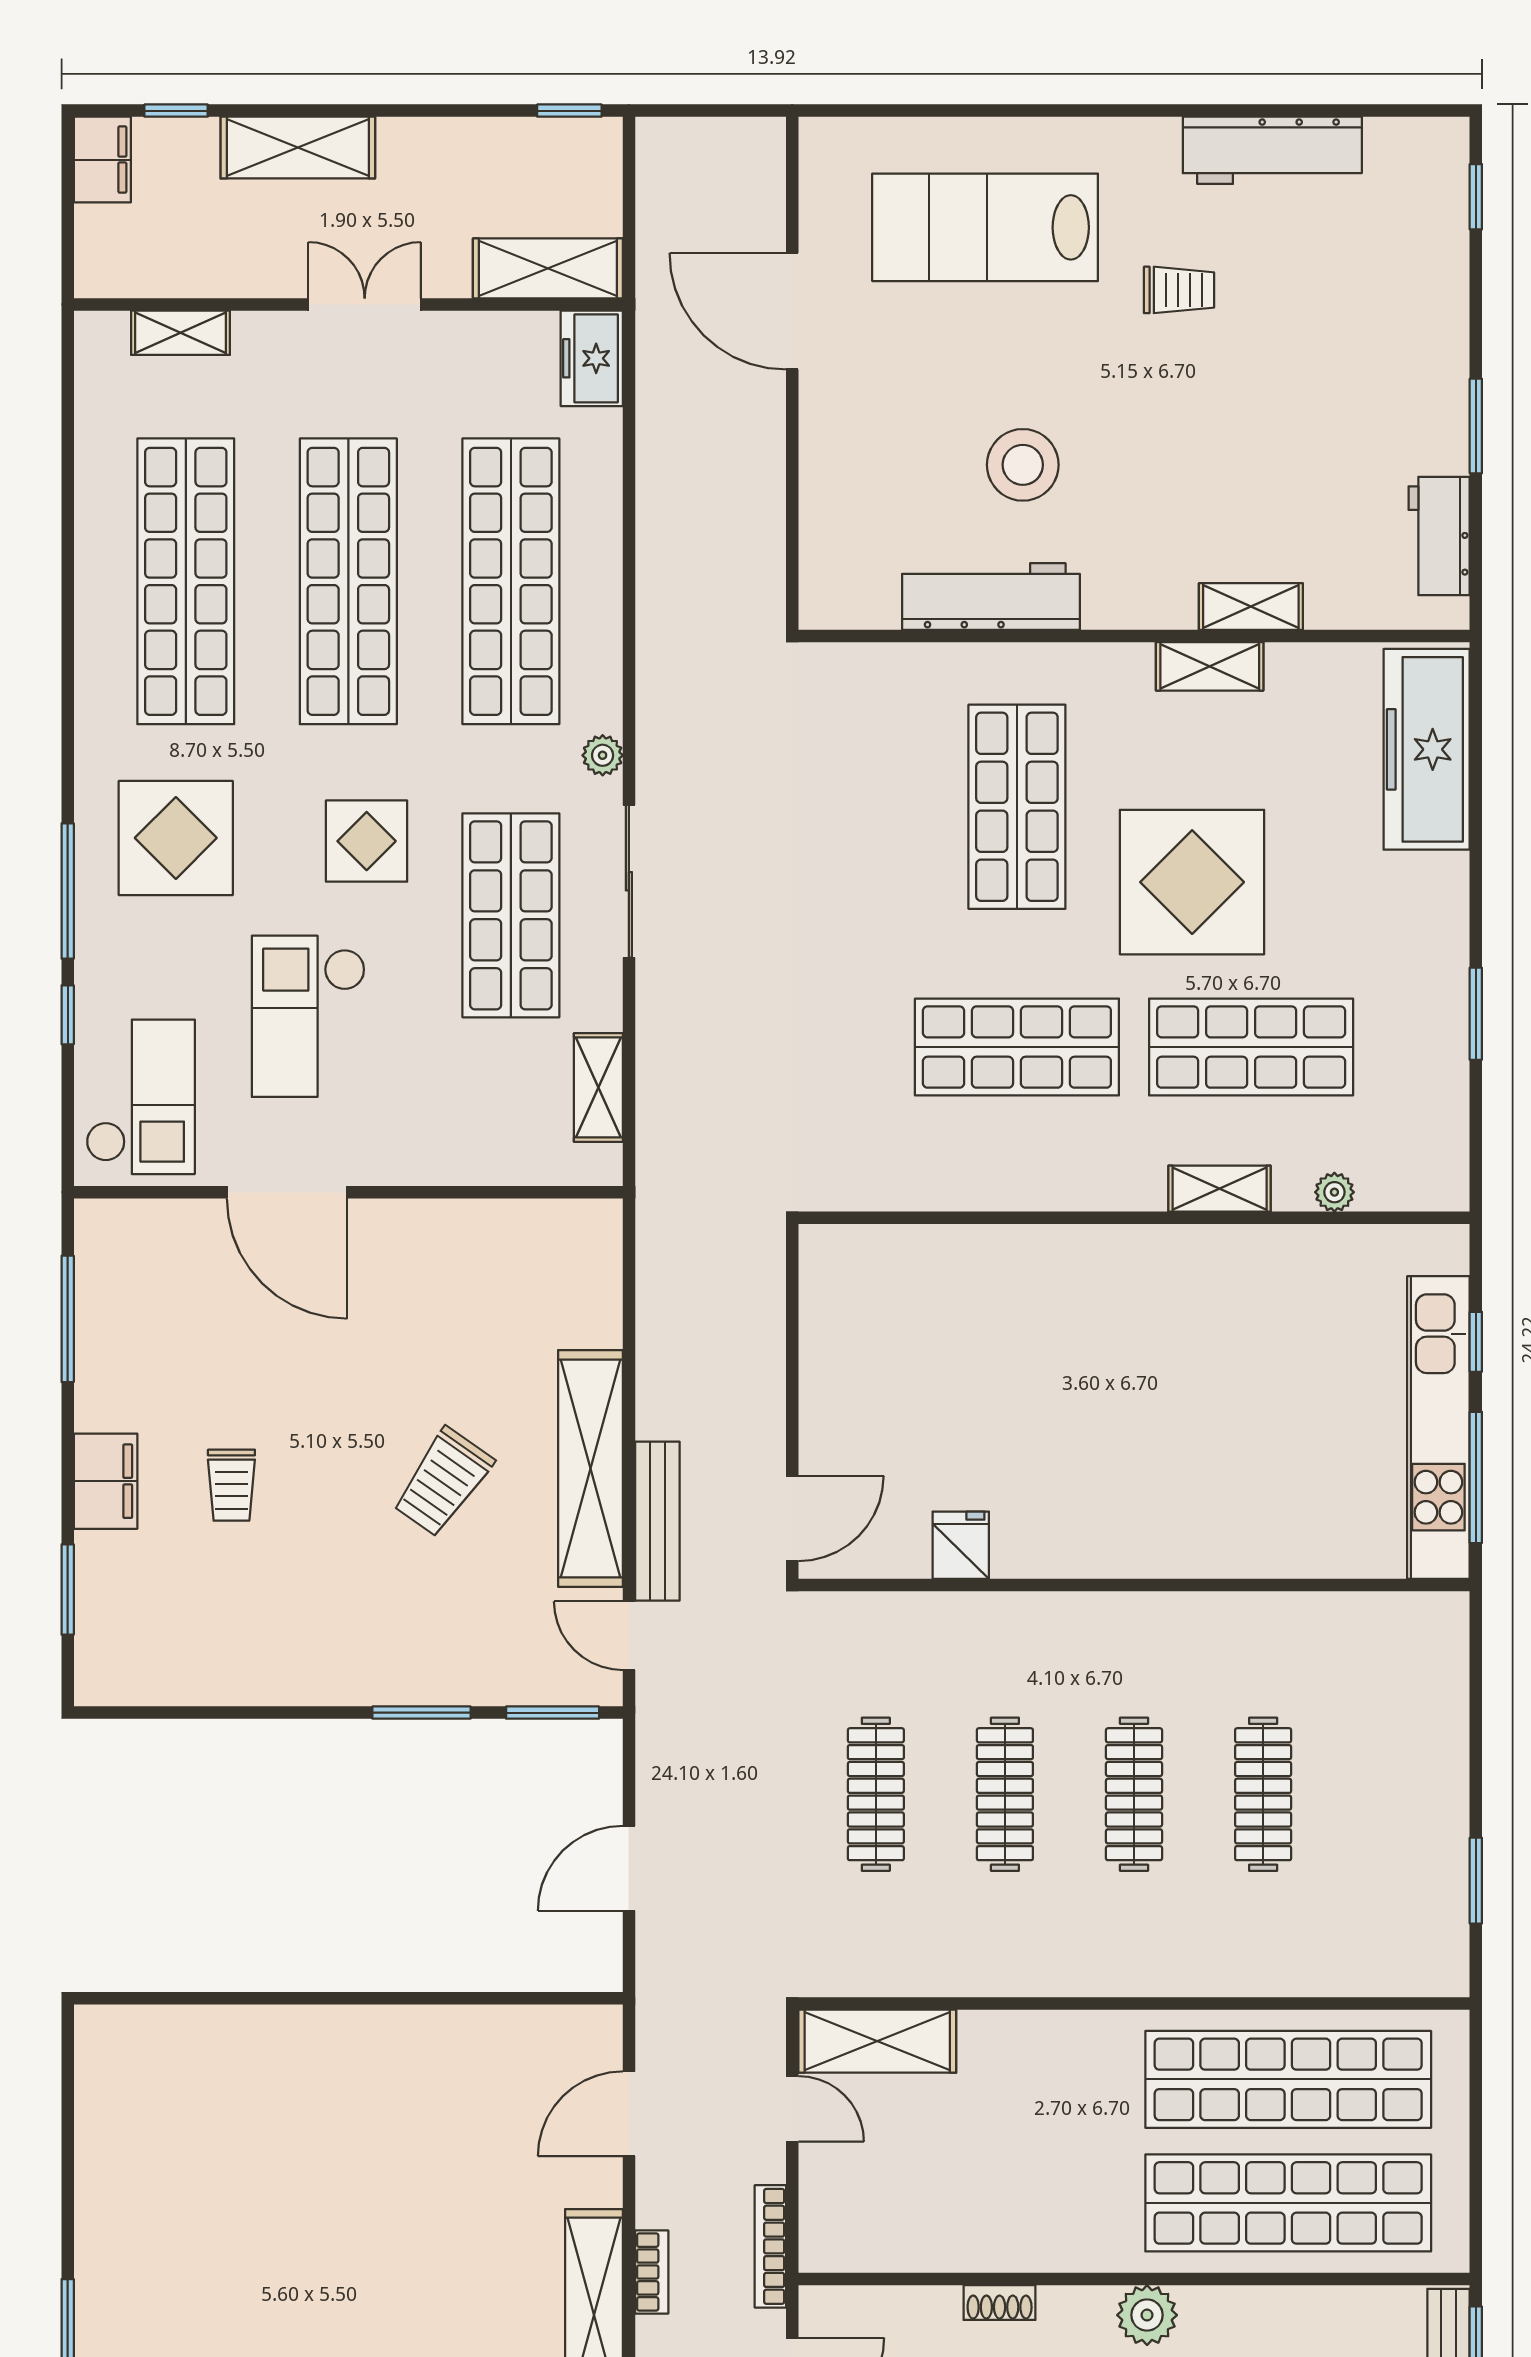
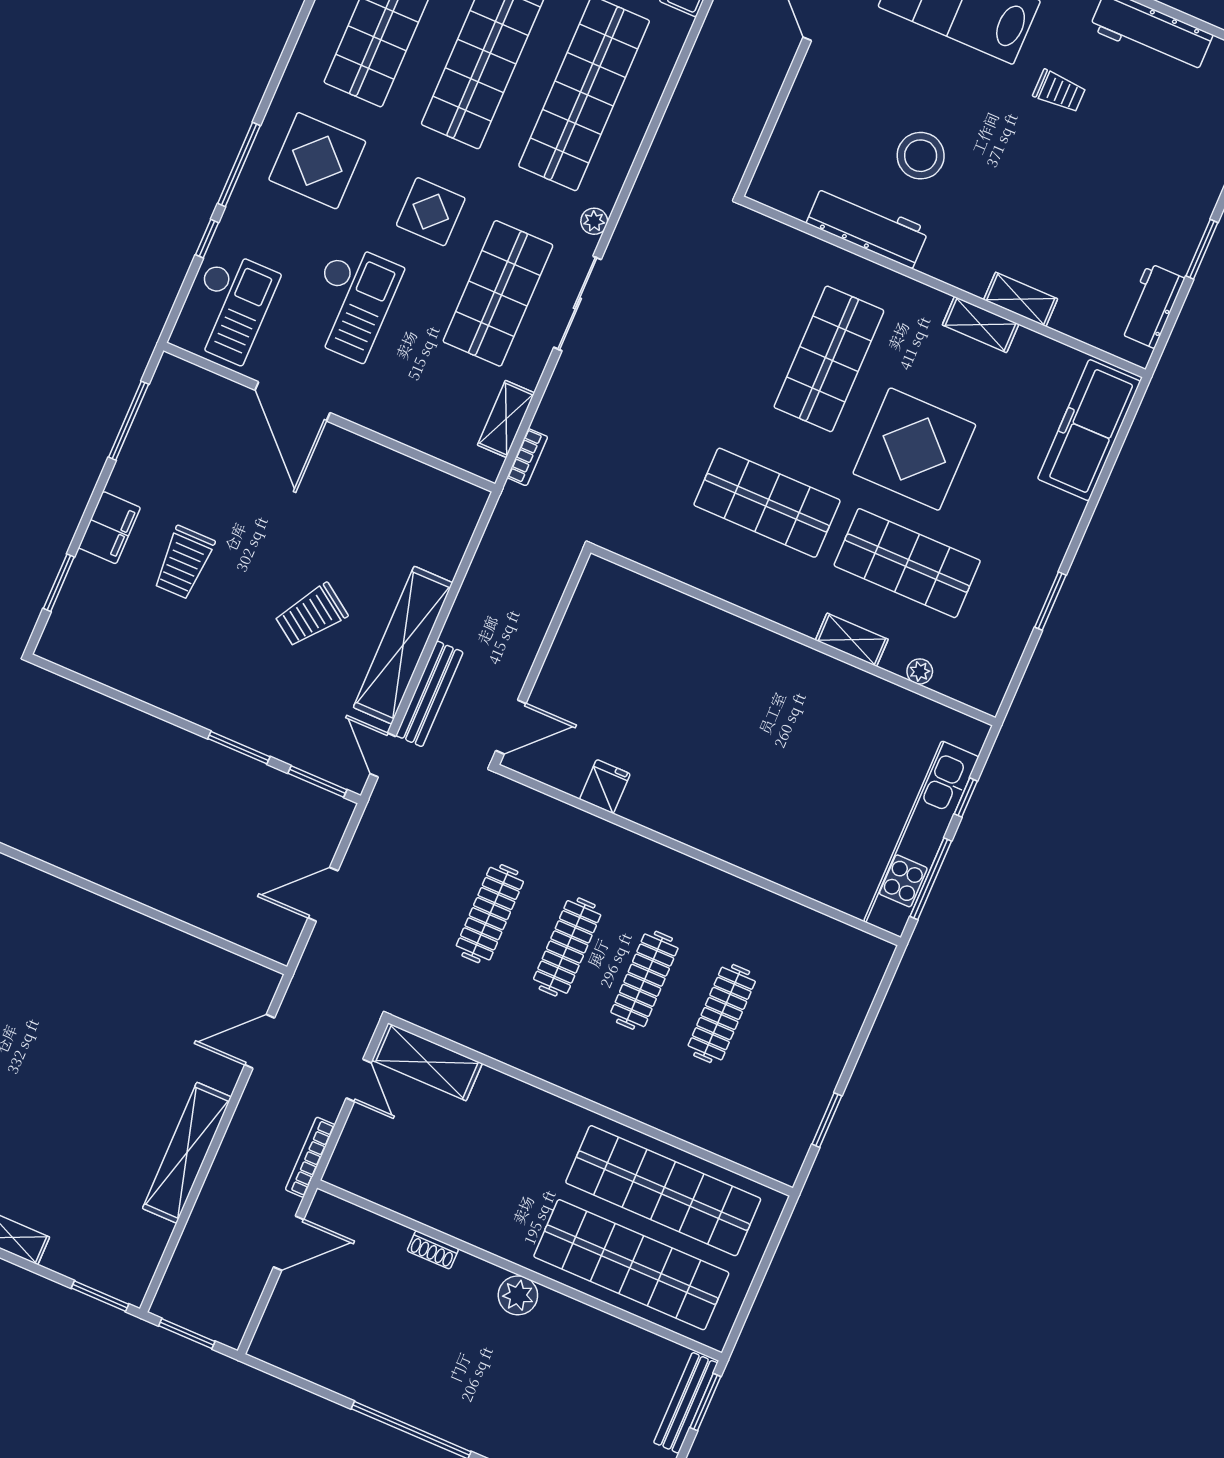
checkout: (308, 1016) -> (351, 302), turned 180
trolley: (231, 1485) -> (184, 562), width x1.36, depth x1.39
bookcase: (652, 2272) -> (527, 457), moved

